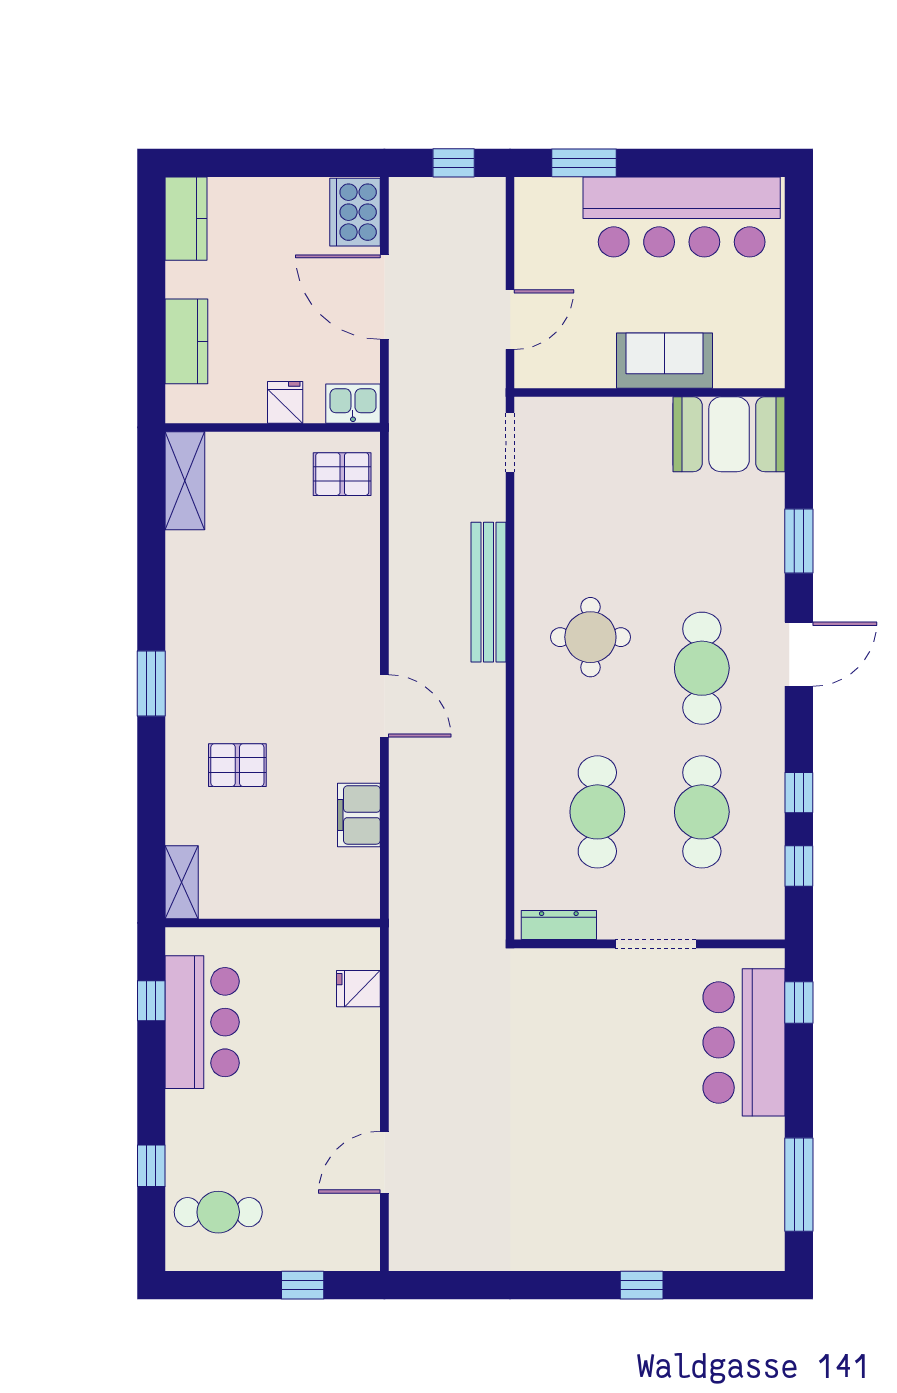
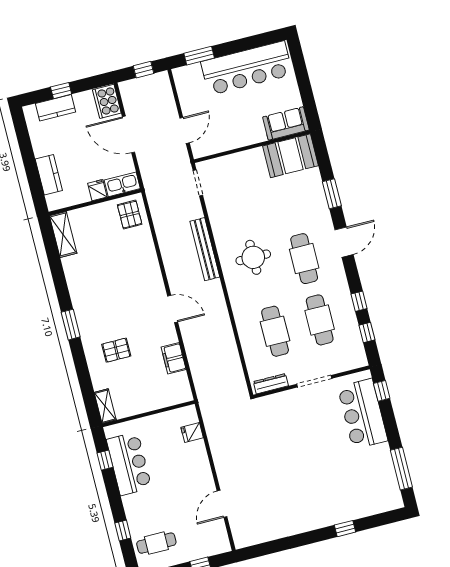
window: (260, 163) -> (61, 91), added
kitchen counter: (186, 219) -> (55, 108), moved, turned 90
sofa: (664, 361) -> (286, 123), moved
kitchen sink: (353, 404) -> (122, 184), width x1.38
pallet: (342, 474) -> (130, 215), turned 90

